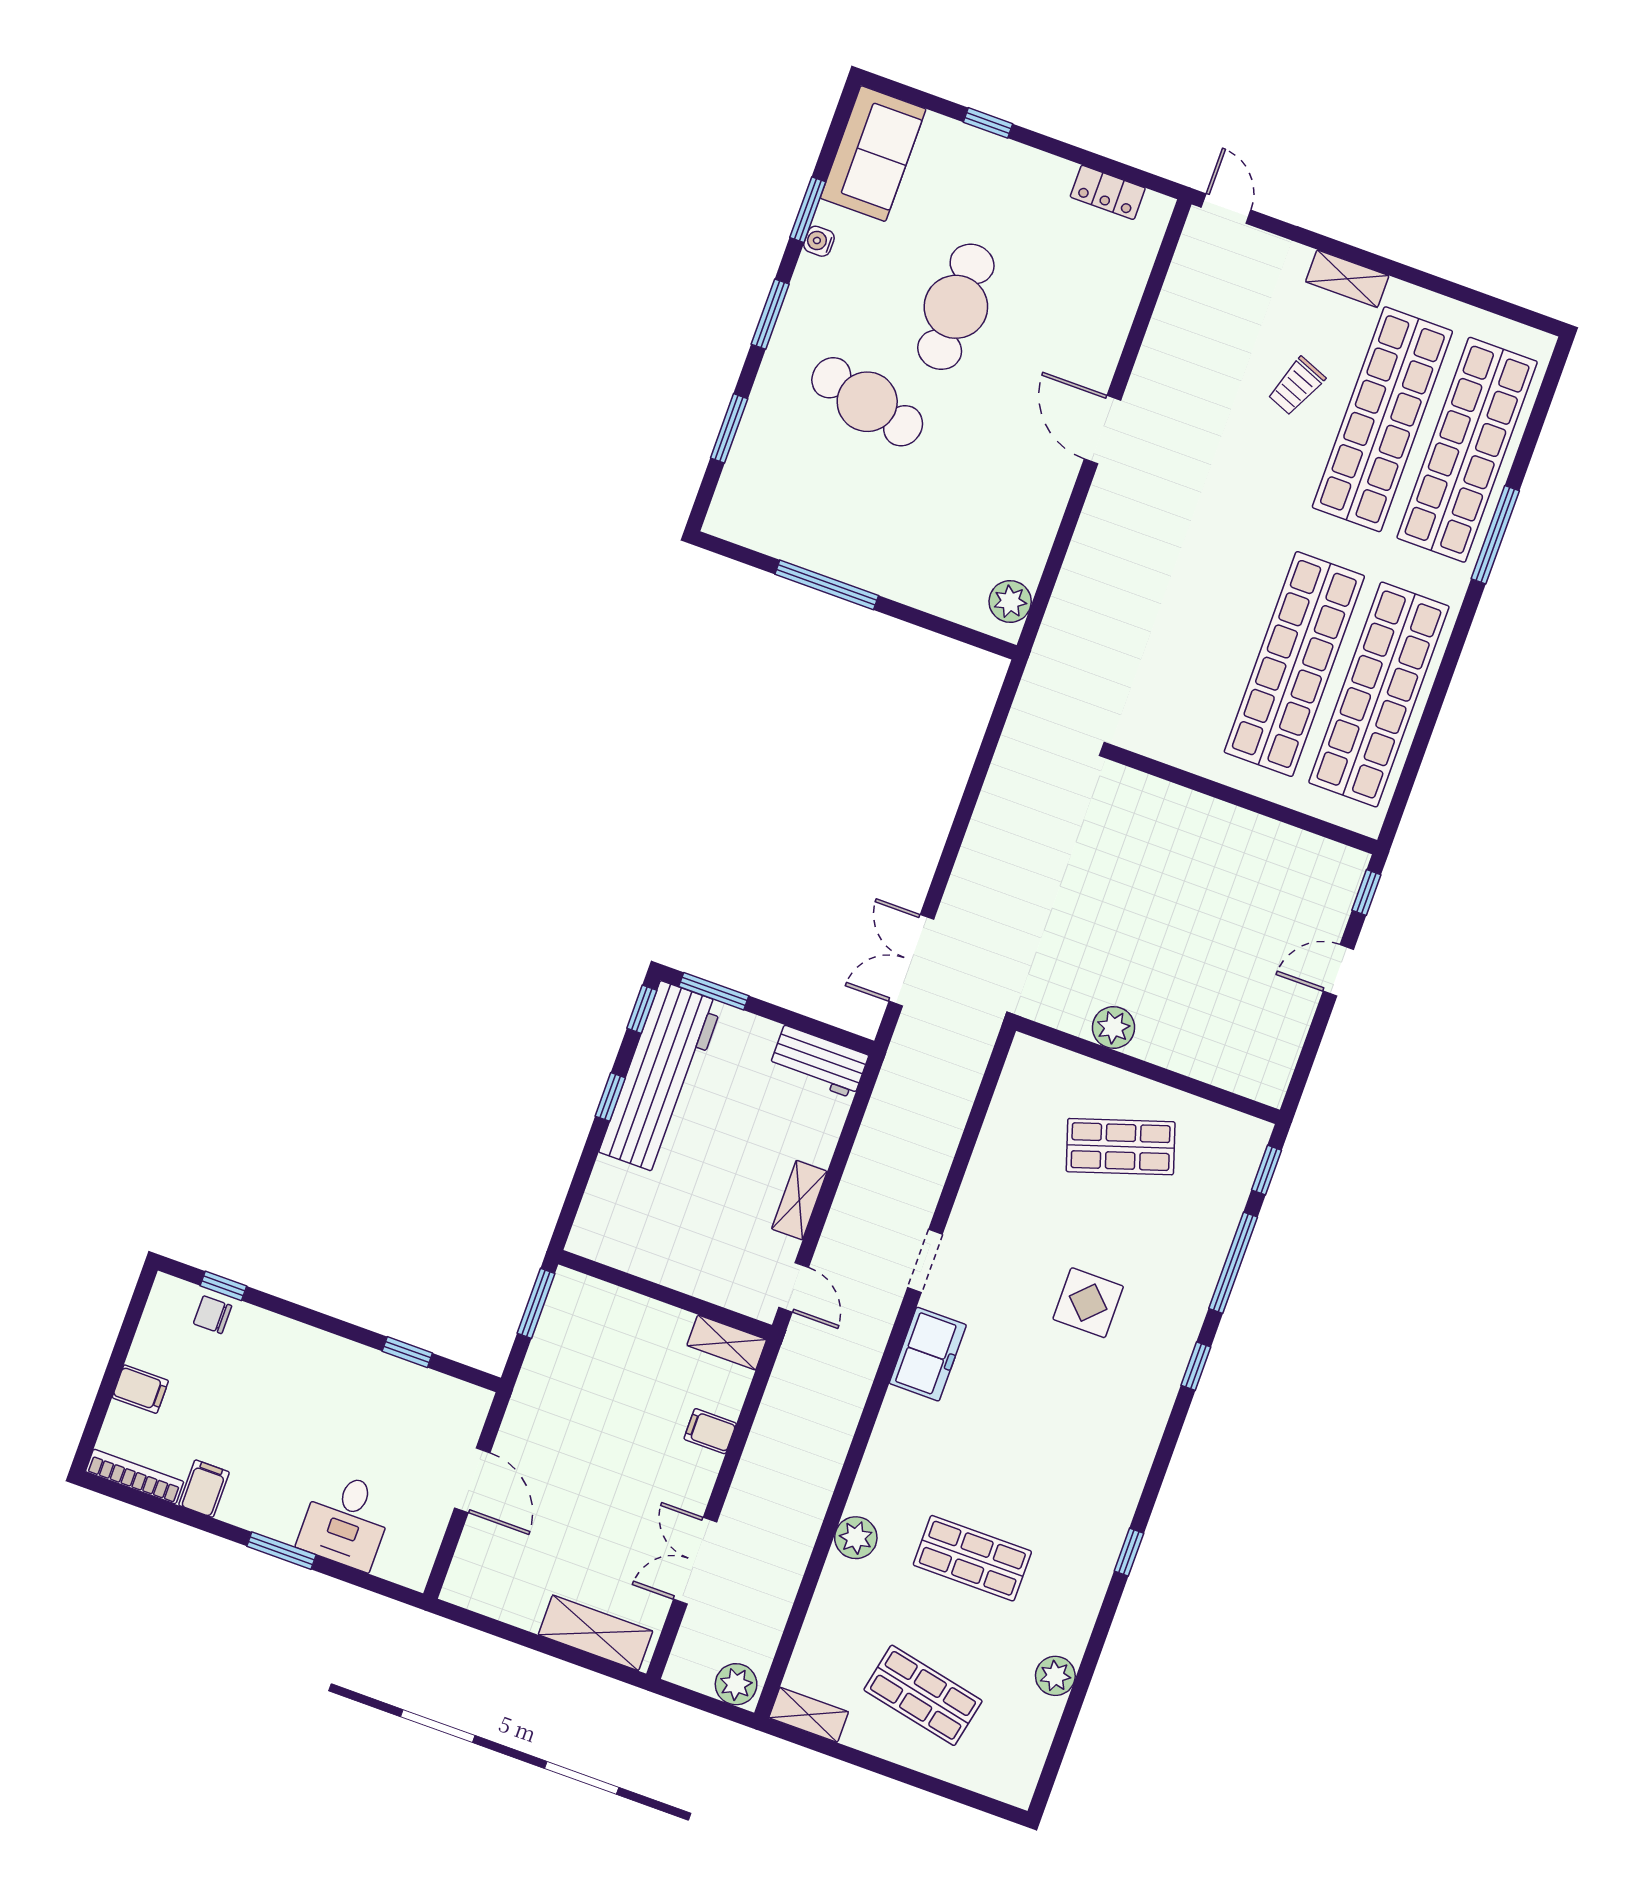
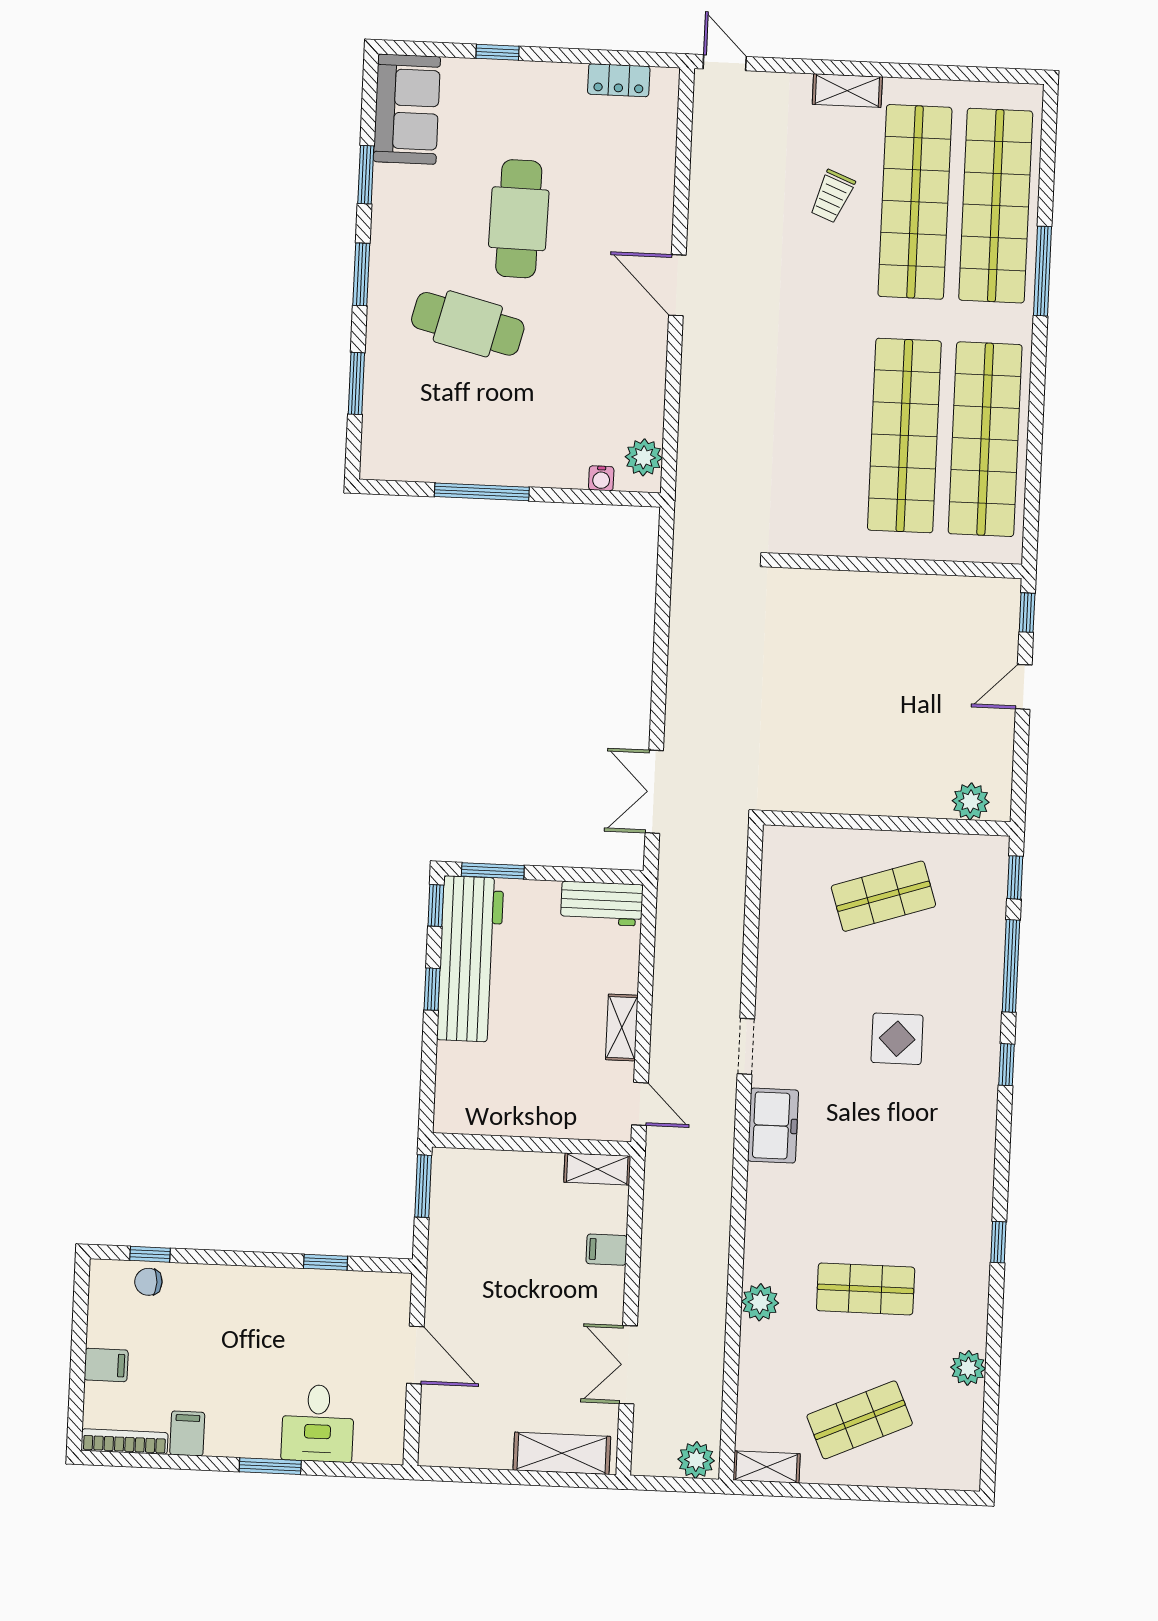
water cooler: (819, 241) -> (601, 478), moved, turned -90
plant: (1114, 1028) -> (971, 801), moved
shop shelf: (923, 1695) -> (860, 1420), turned -36

